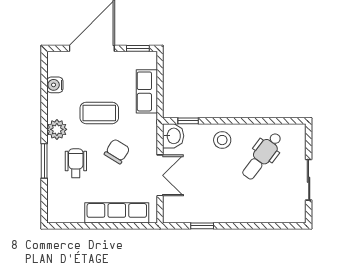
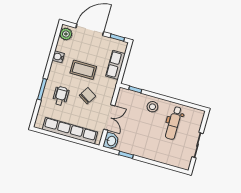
water cooler: (55, 85) -> (58, 57), moved
plant: (57, 129) -> (66, 34), moved
washbasin: (173, 136) -> (111, 141), moved
dental chair: (262, 156) -> (174, 123), turned -37
row of seats: (117, 213) -> (70, 131), width x1.36

